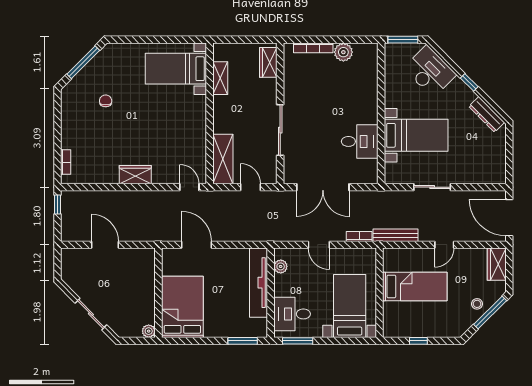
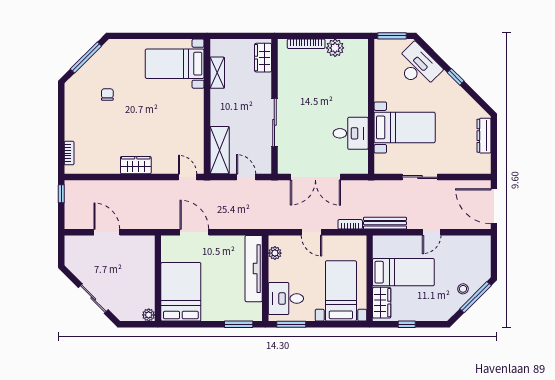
dresser: (487, 114) -> (484, 136), moved, turned 45
wardrobe: (497, 264) -> (382, 303), moved, turned 180

